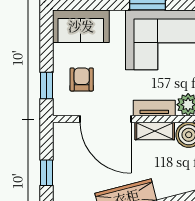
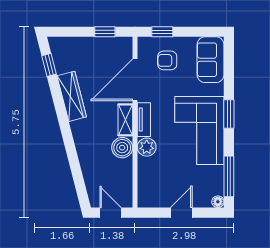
armchair: (82, 79) -> (167, 60), turned 180
window: (46, 173) -> (105, 32), moved

